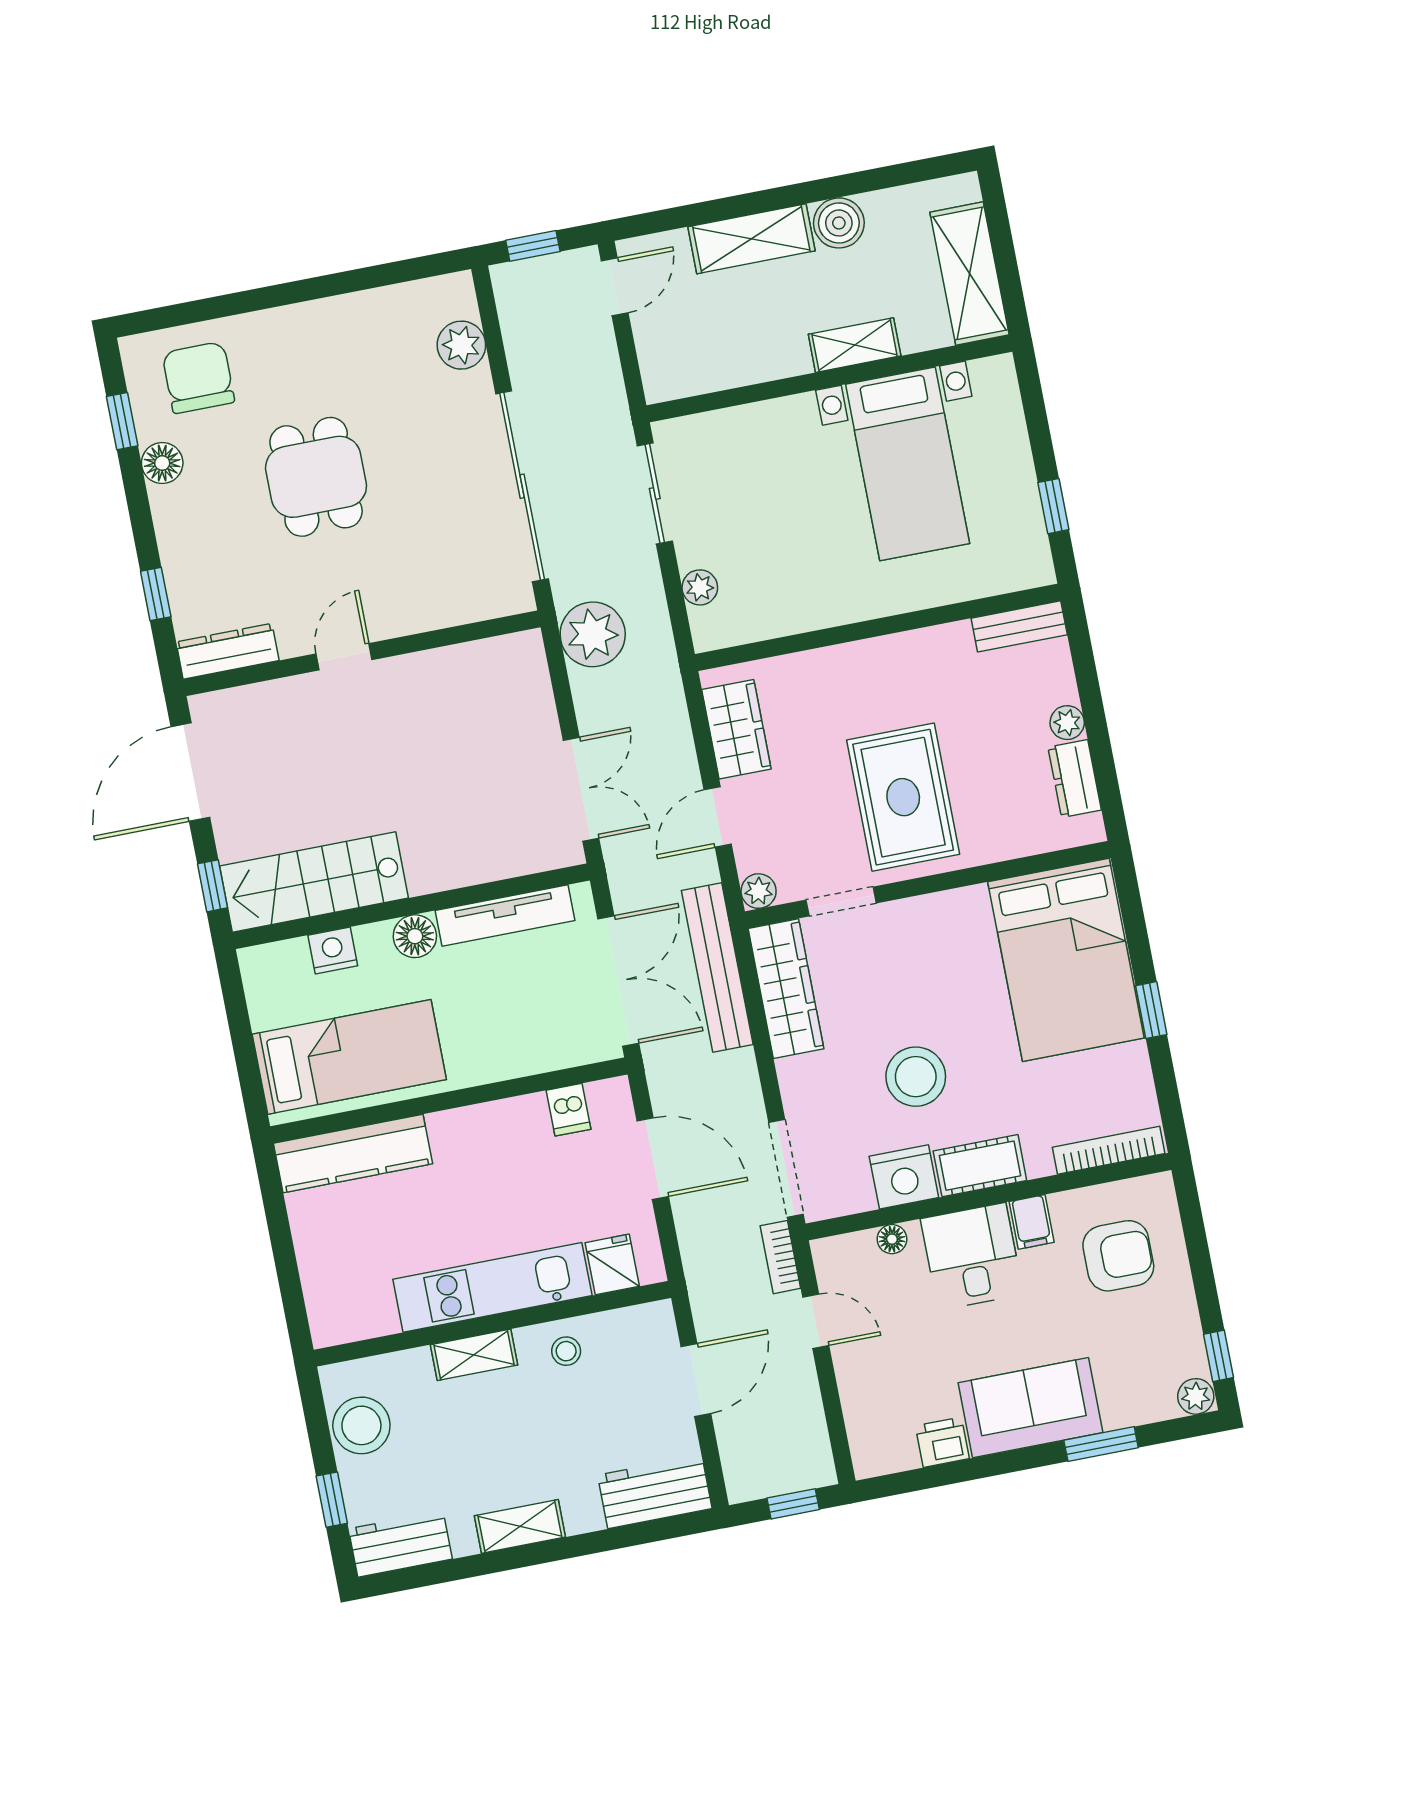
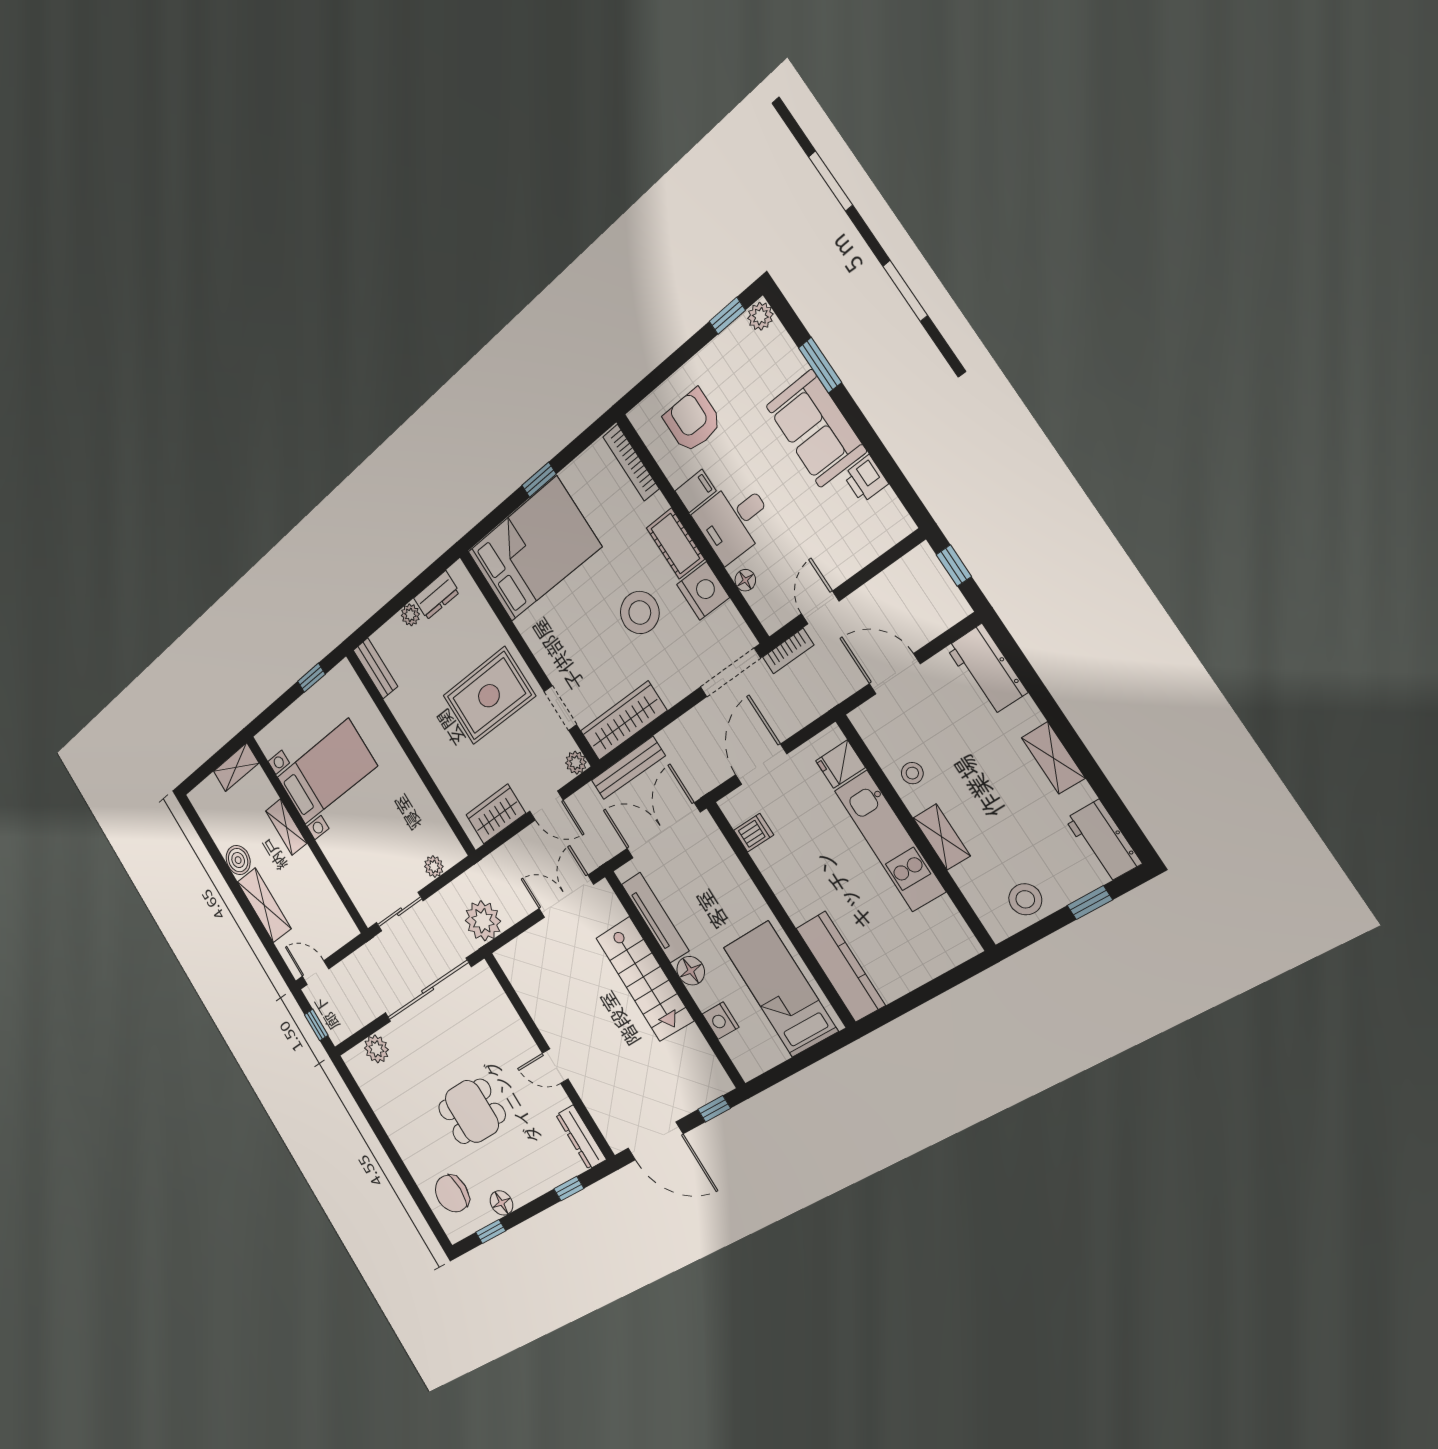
shelving: (969, 273) -> (236, 767), width x0.67, depth x0.75
stairs: (314, 882) -> (645, 979), moved
bench: (717, 967) -> (628, 768), width x0.73, depth x0.82
stool: (361, 1425) -> (1025, 899), width x0.73, depth x0.73

